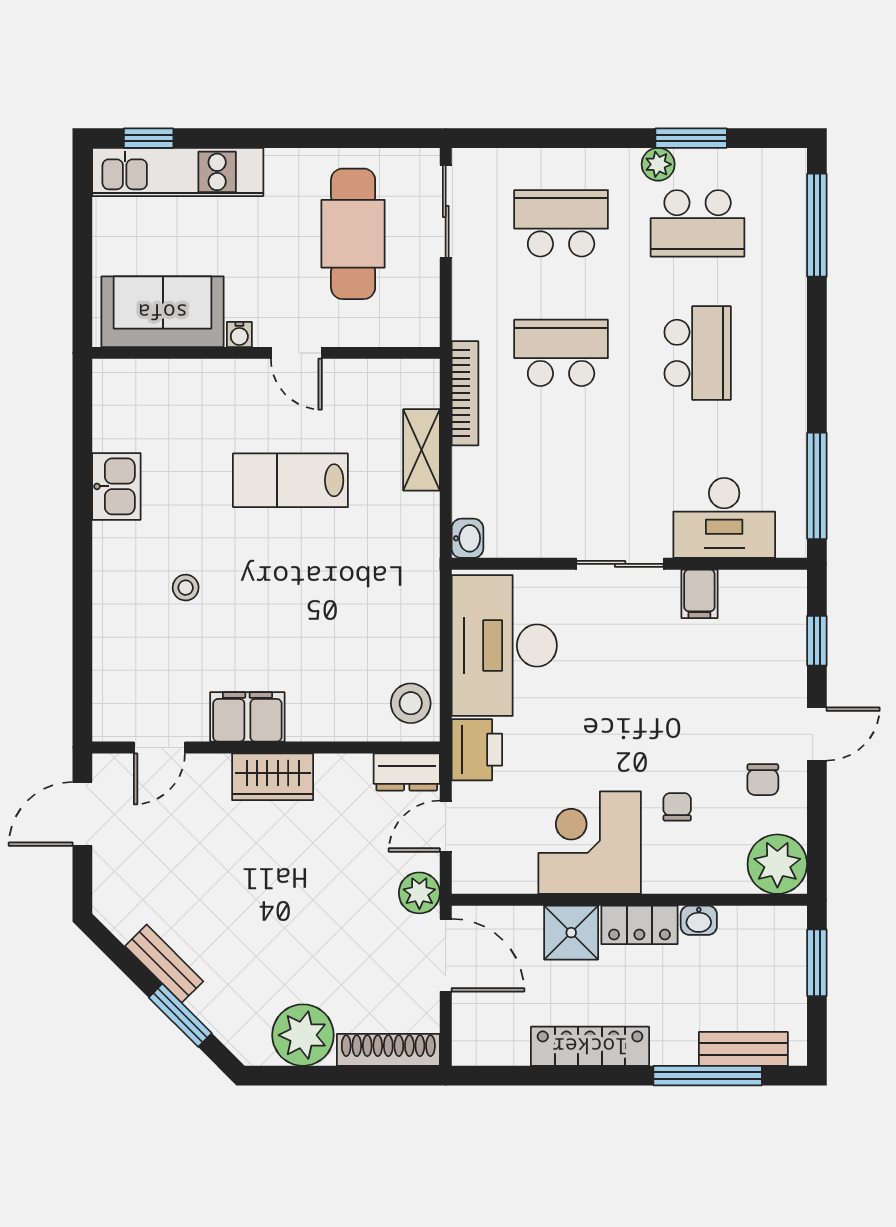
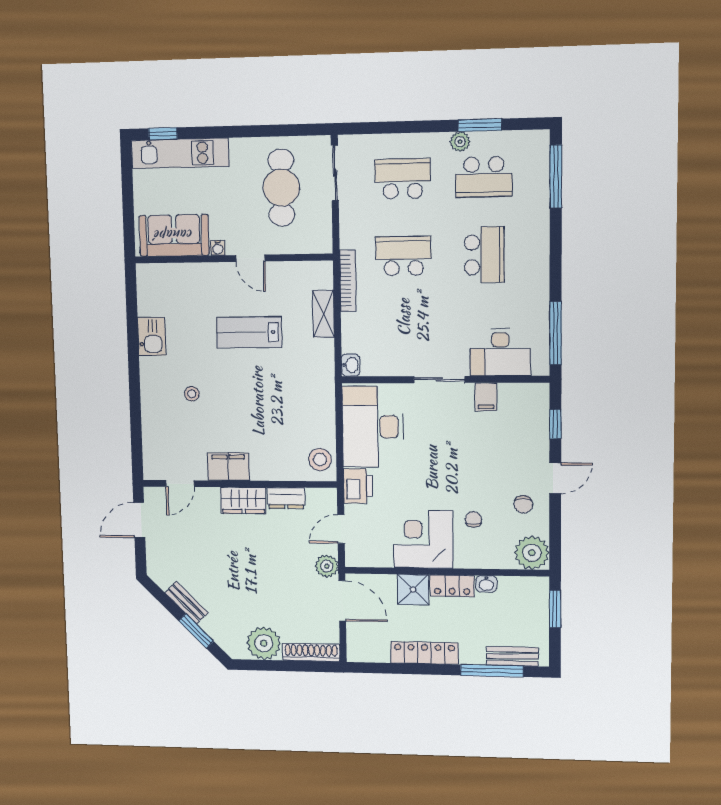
dresser: (407, 772) -> (286, 498), moved

